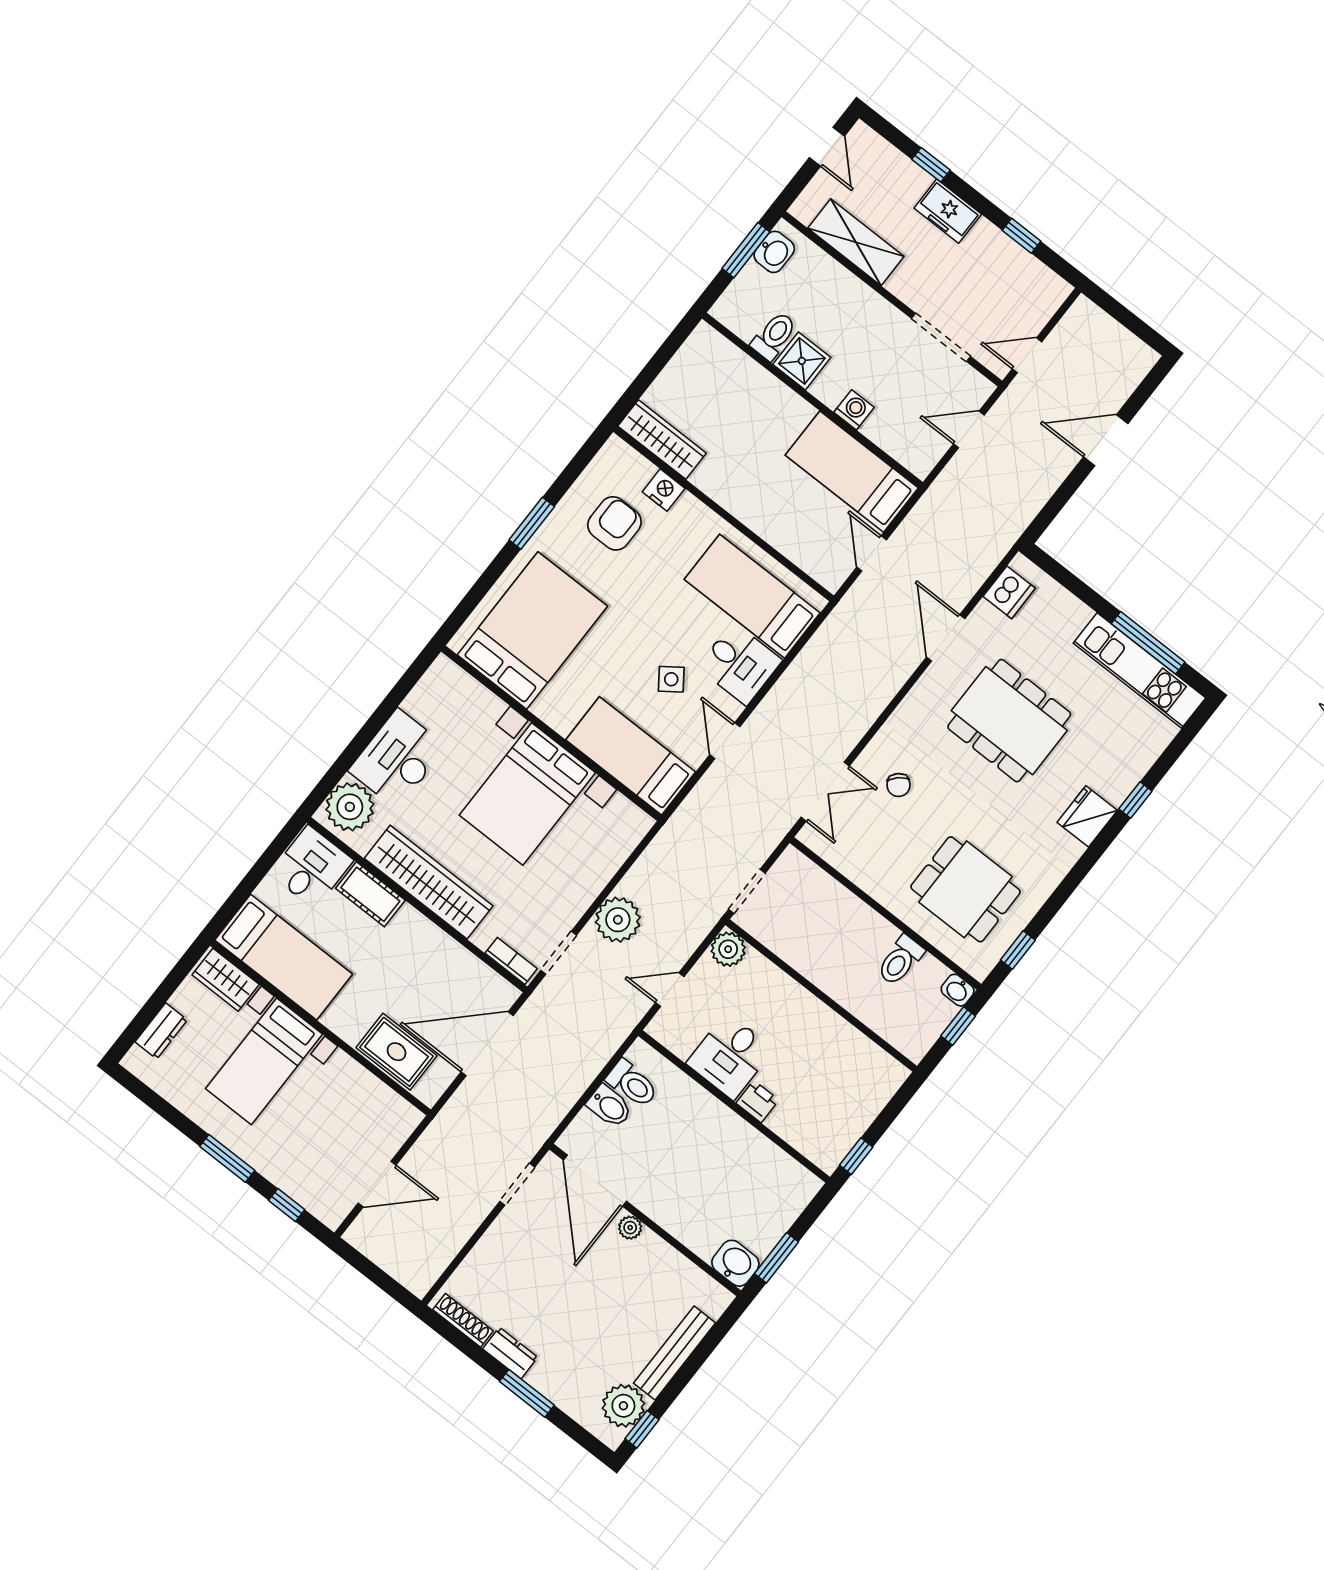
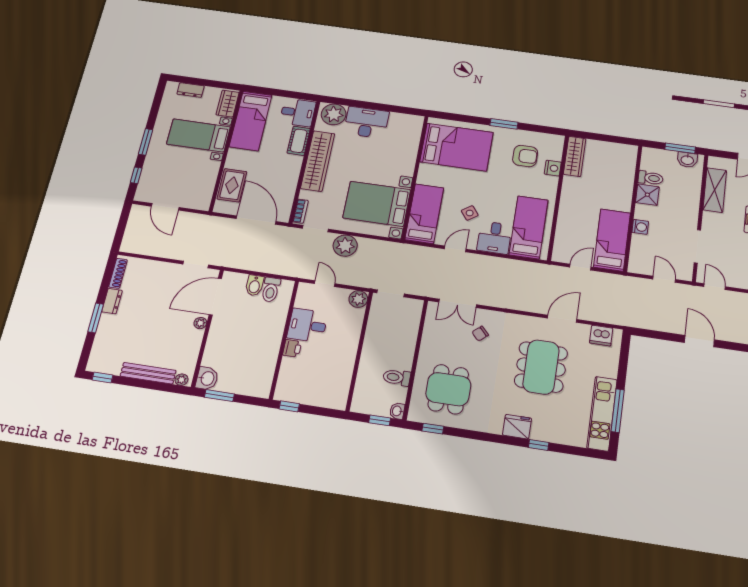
bed with nightstands: (527, 794) -> (377, 204), moved
plant: (623, 1406) -> (182, 380), moved, width x0.53, depth x0.53

